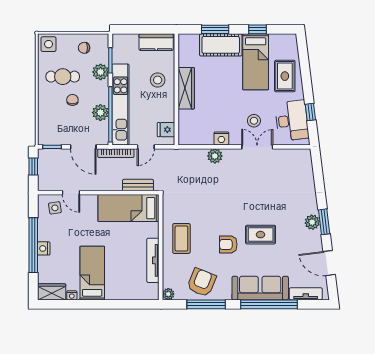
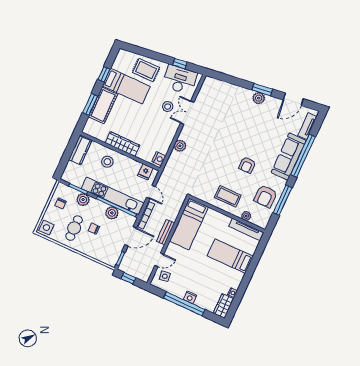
nightstand: (221, 138) -> (159, 159), moved
bench: (138, 185) -> (165, 232), moved
rug: (261, 235) -> (251, 139), removed
tv unit: (153, 260) -> (246, 229), moved
bed: (92, 273) -> (230, 256), moved
armchair: (202, 282) -> (265, 196), turned -112
plant: (168, 294) -> (246, 216), moved

